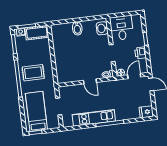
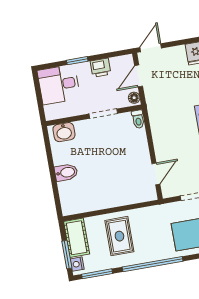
desk: (122, 28) -> (59, 84), moved
rug: (33, 73) -> (119, 236), moved
door: (134, 76) -> (139, 76), hinge flipped
door: (90, 81) -> (156, 174), moved

